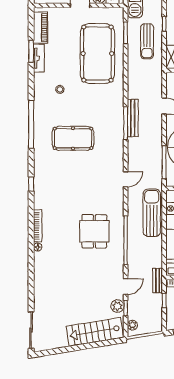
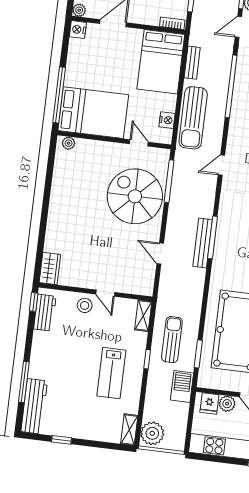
bench: (158, 281) -> (192, 63), moved

